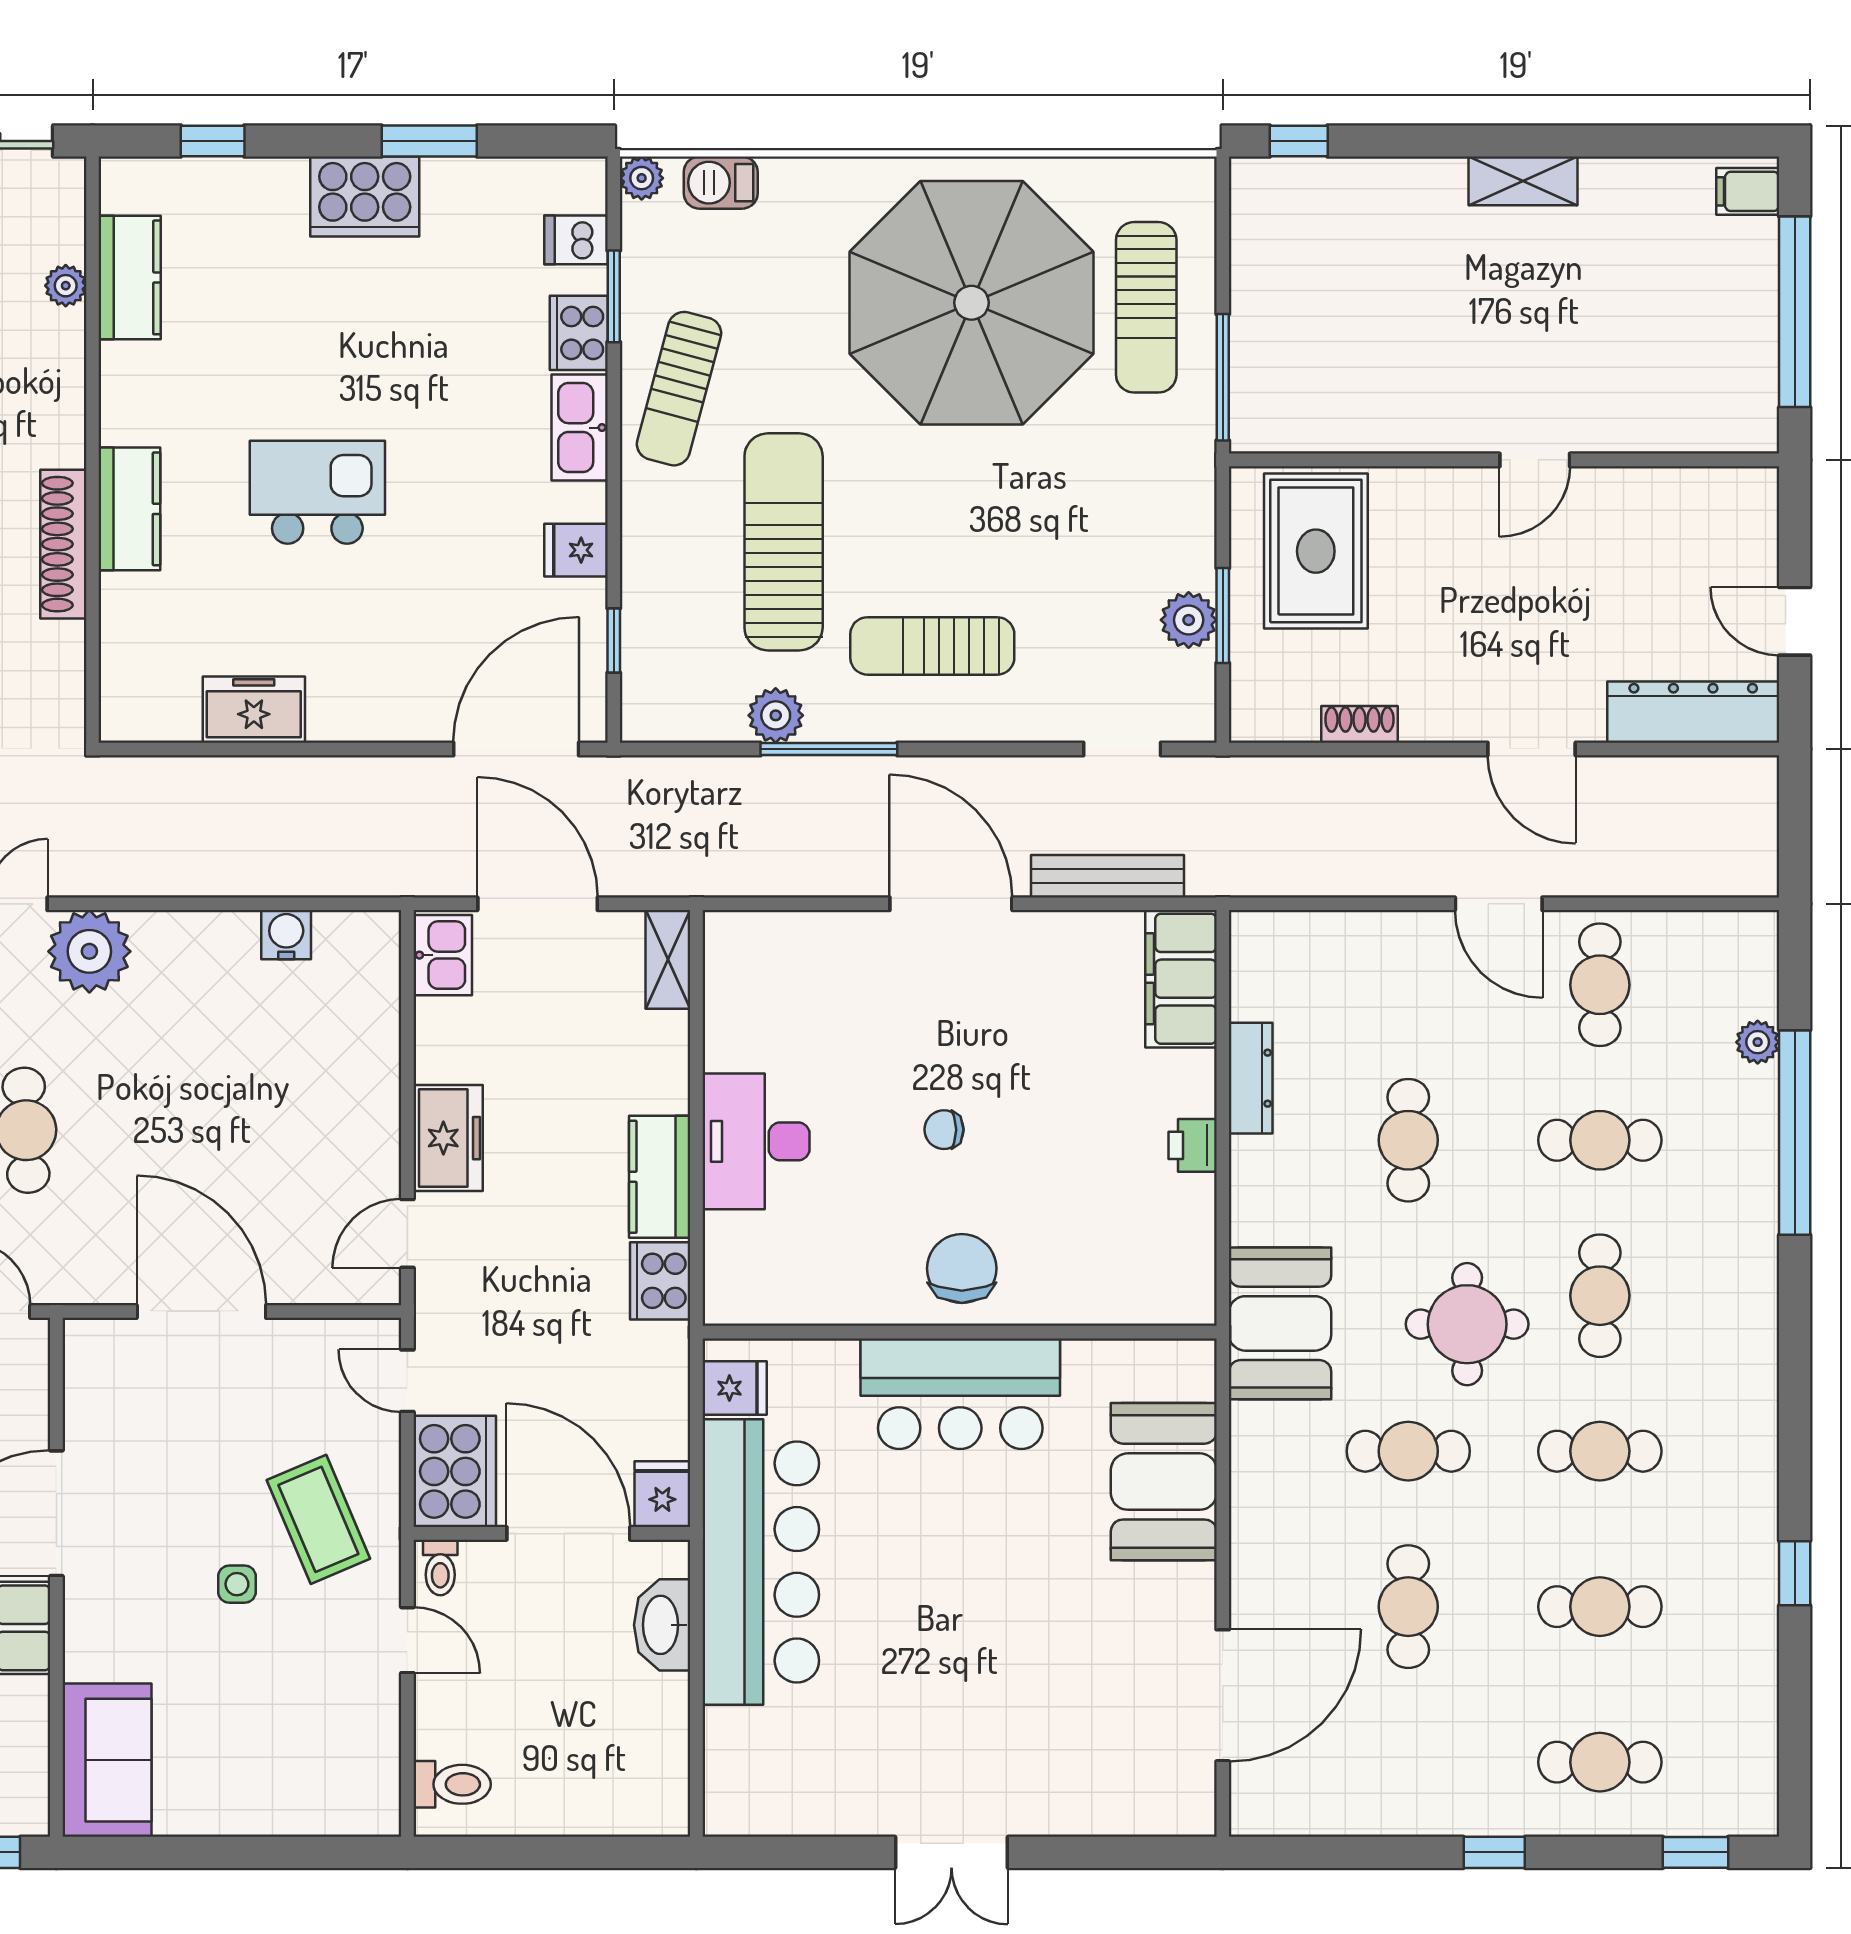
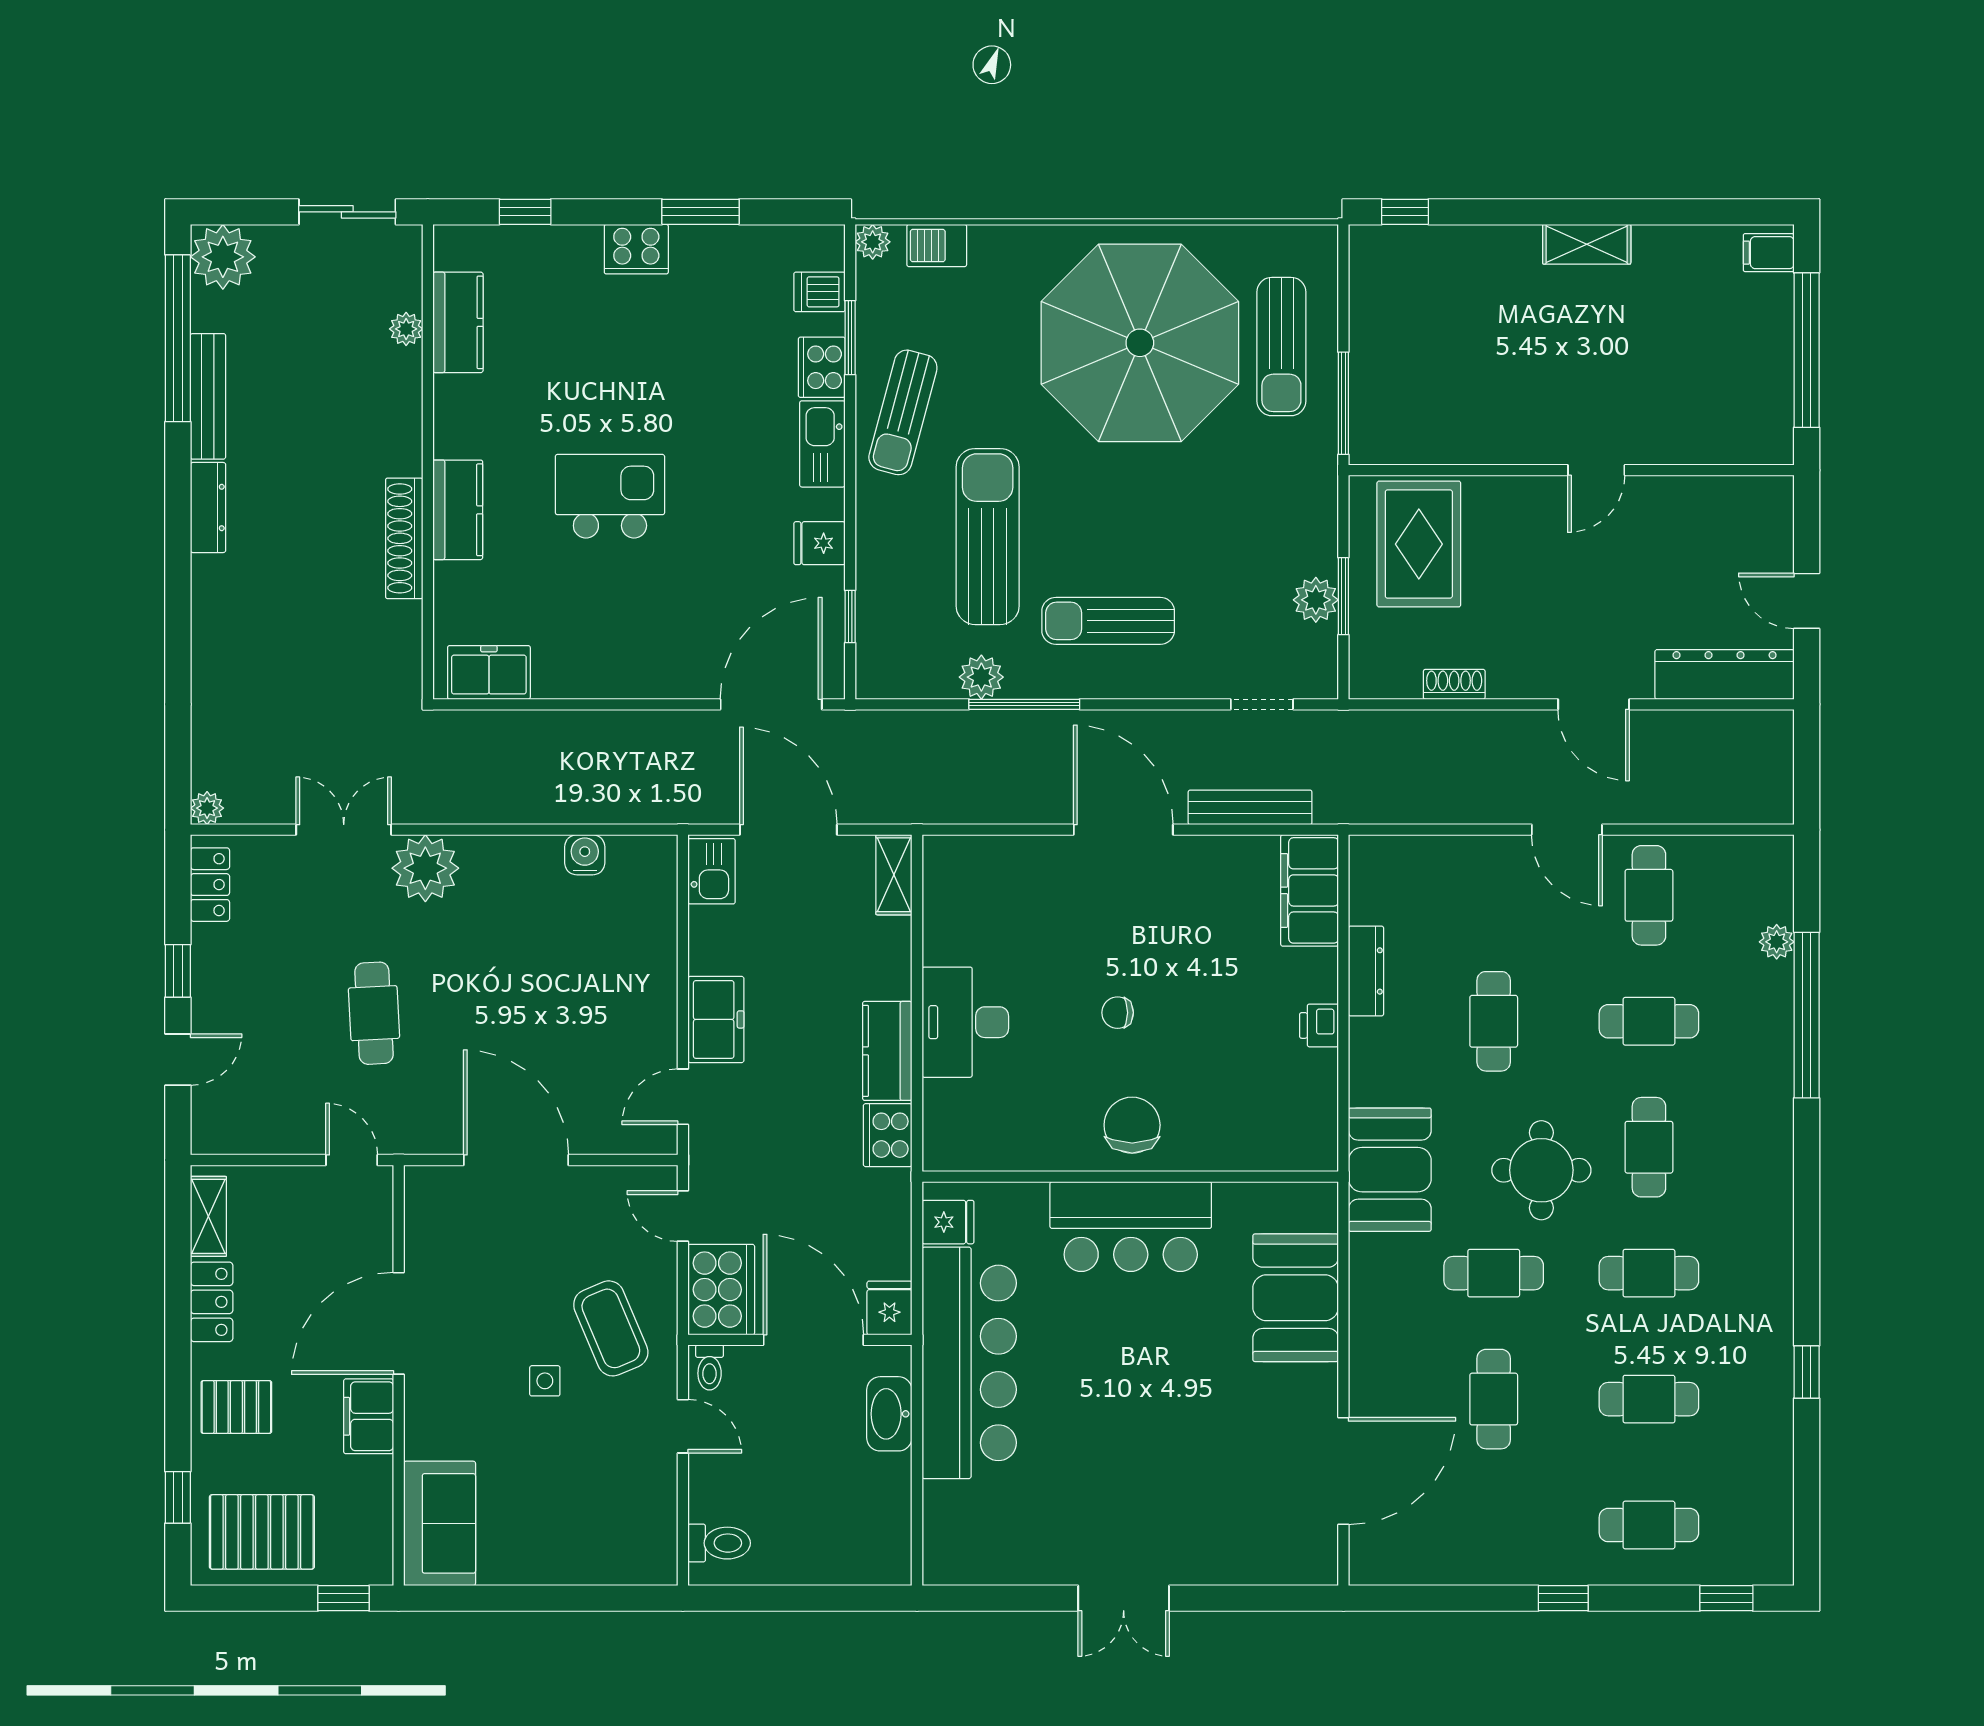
cooker: (365, 197) -> (636, 249), width x0.73, depth x0.76
freezer: (254, 710) -> (489, 672), moved

